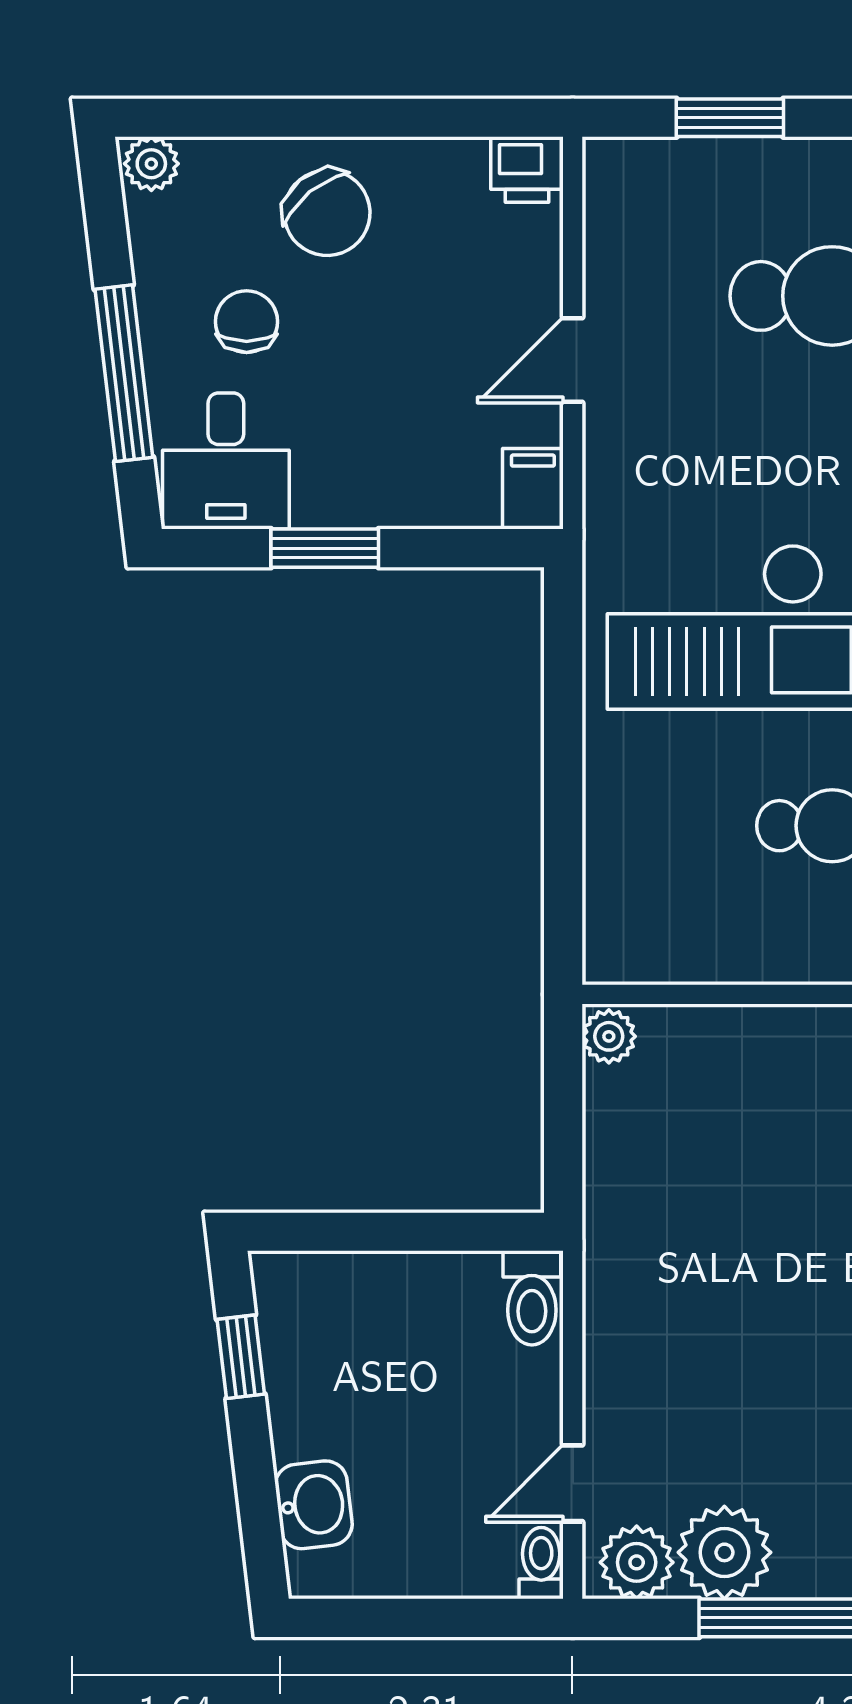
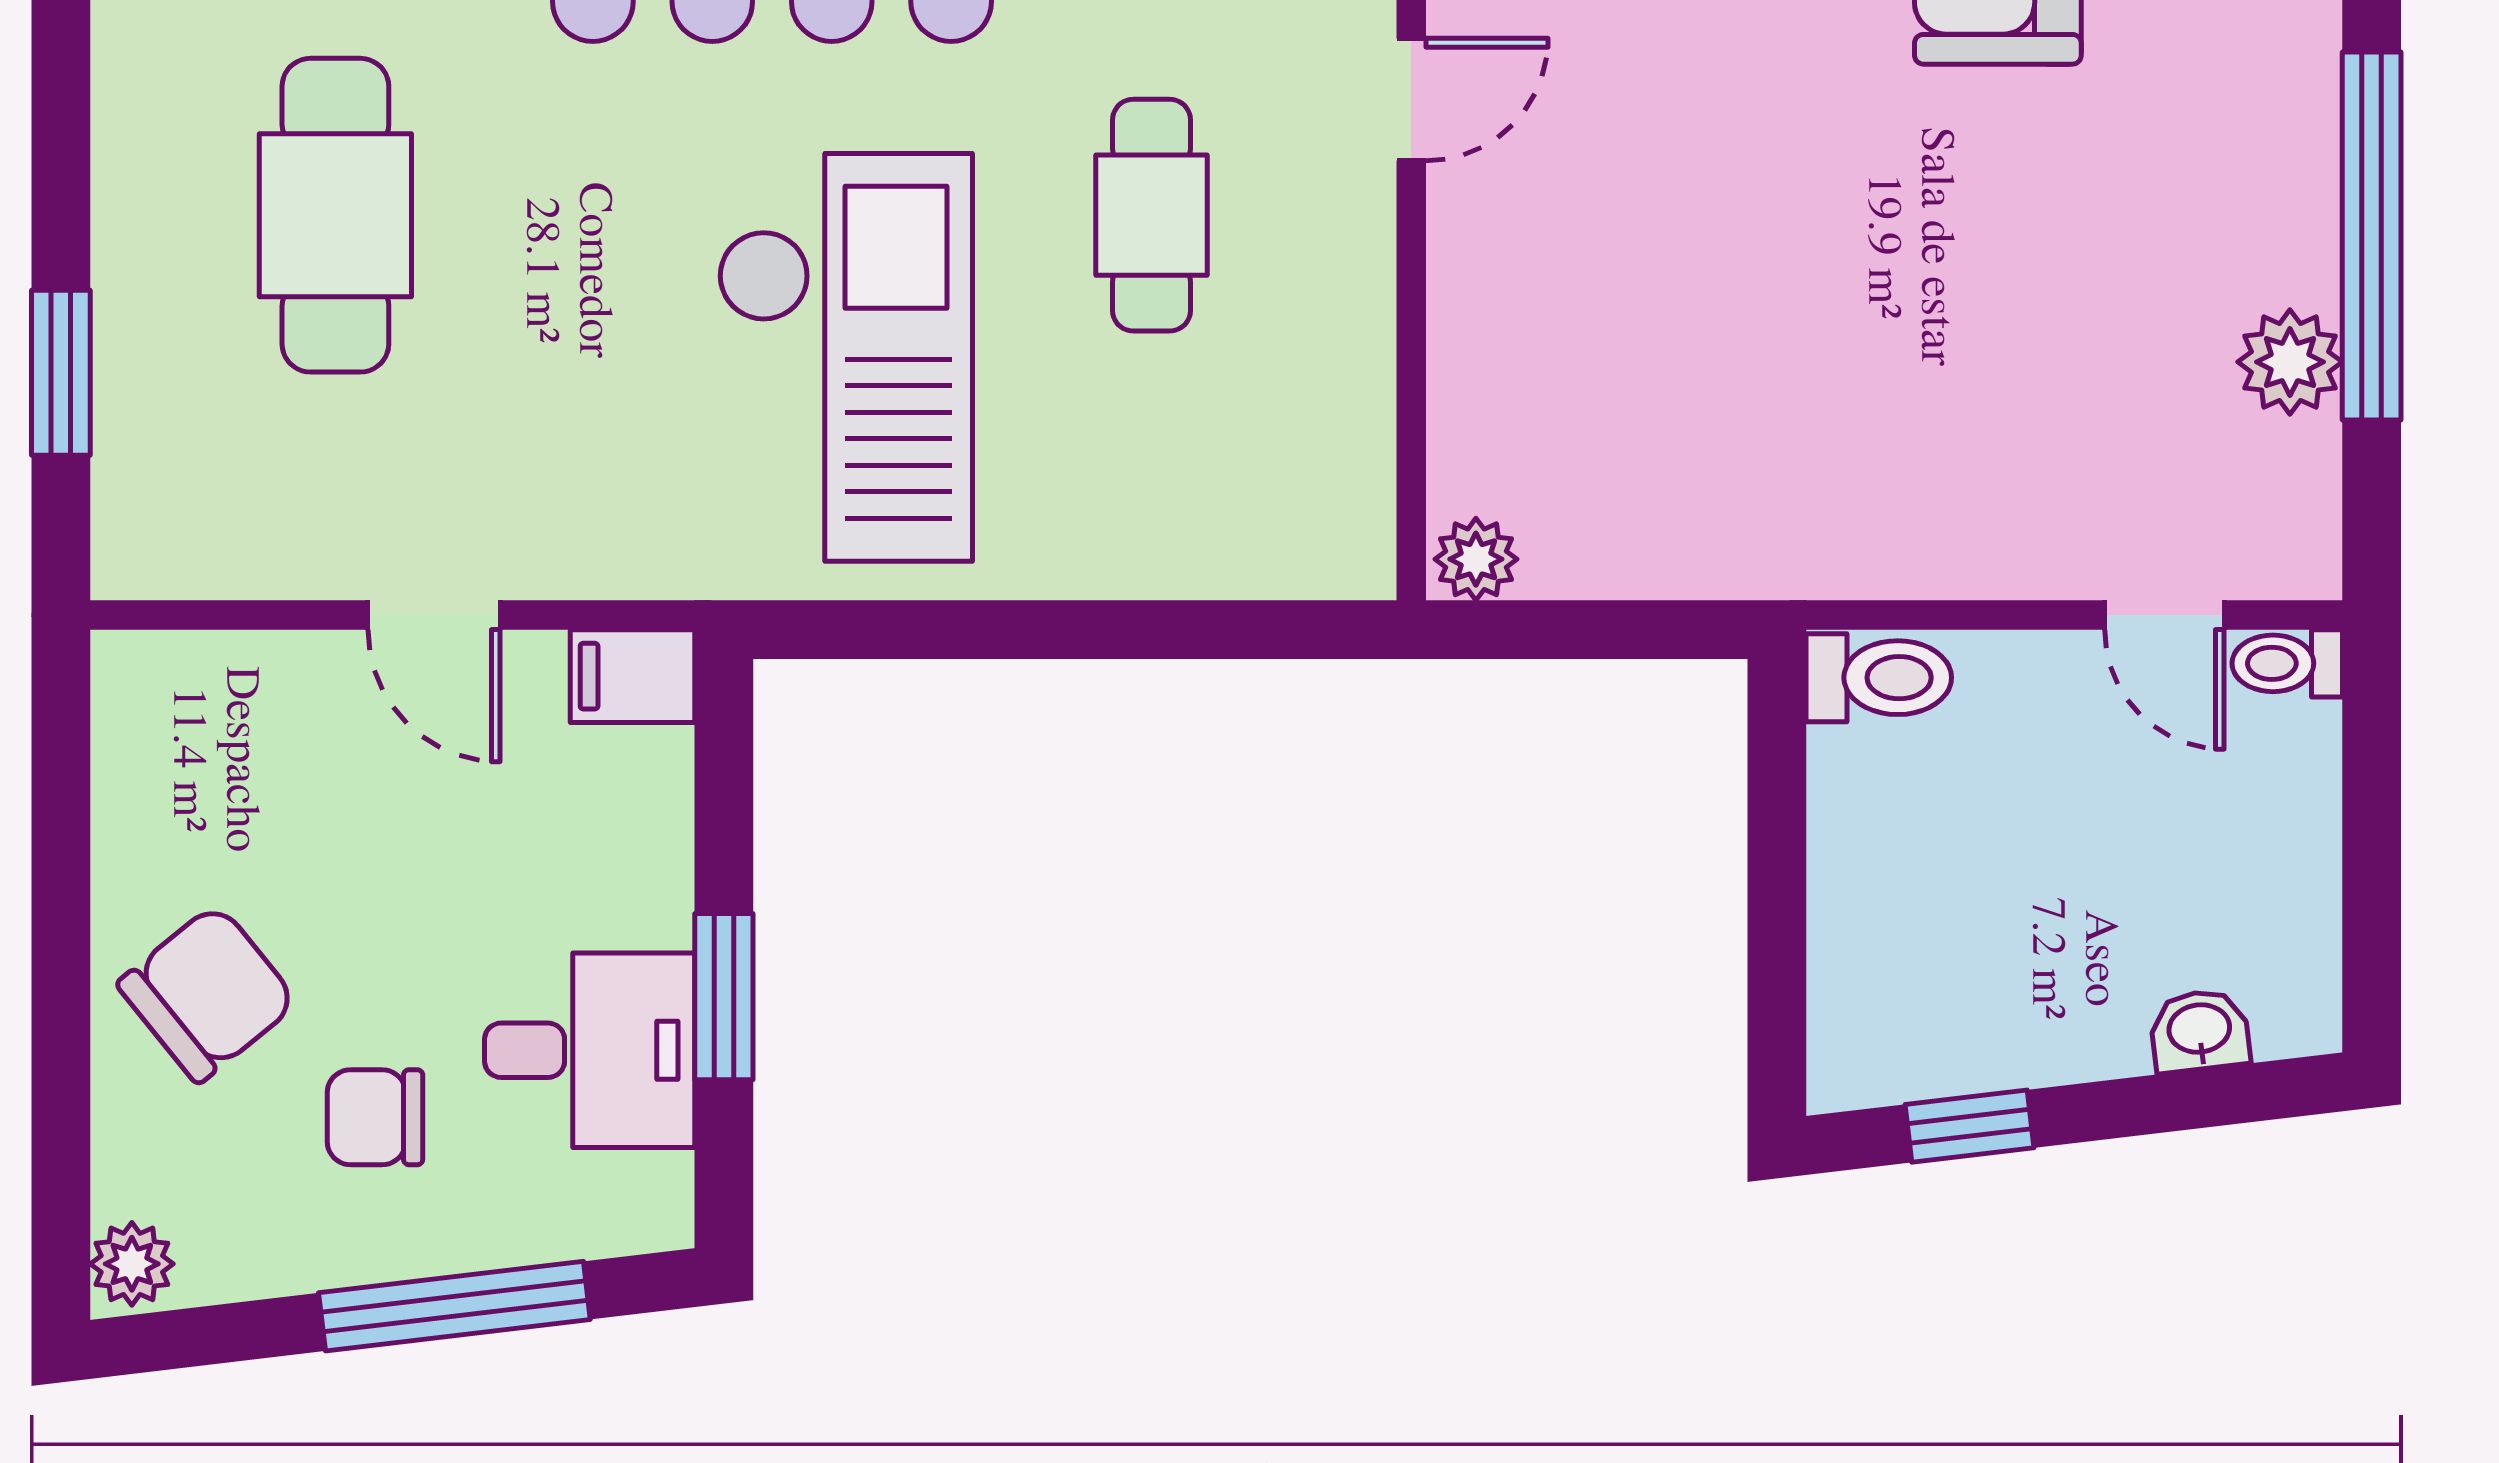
printer: (527, 170) -> (141, 685), removed
desk: (226, 461) -> (590, 1050), moved
washbasin: (314, 1505) -> (2200, 1031), width x0.72, depth x0.69
plant: (724, 1552) -> (2290, 362), width x0.73, depth x0.73
plant: (637, 1562) -> (2286, 516), removed

